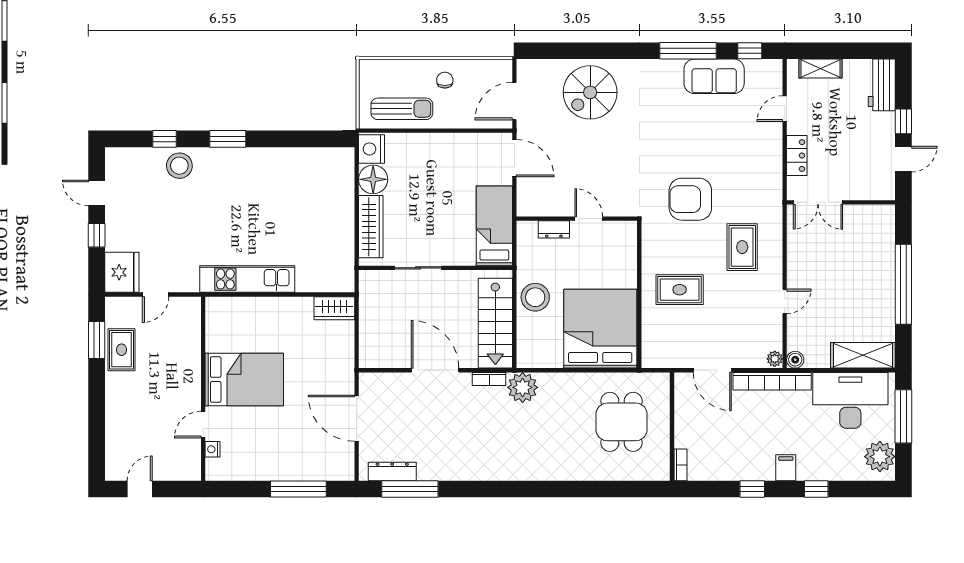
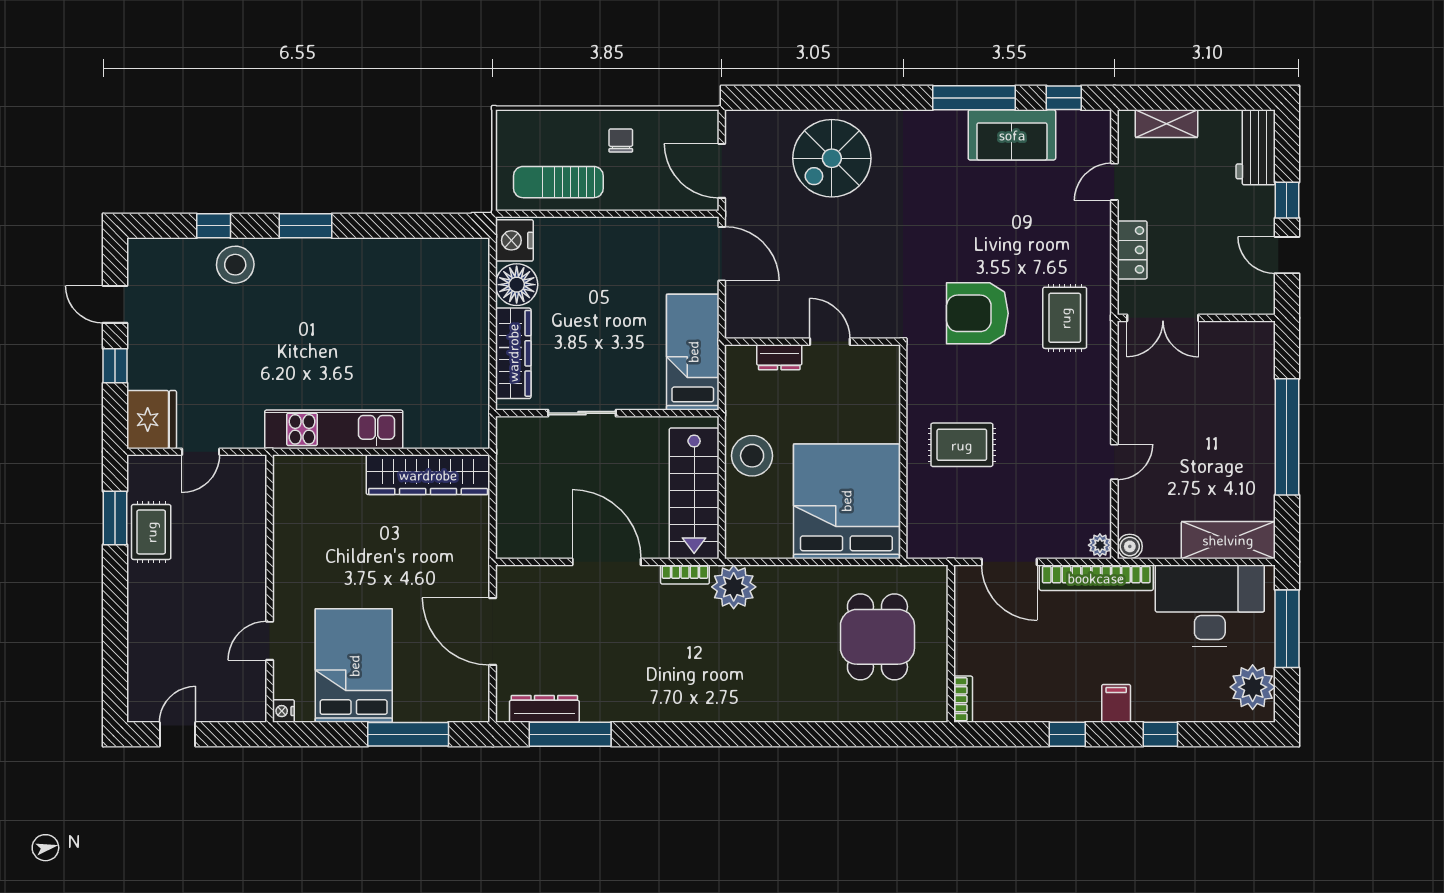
door: (514, 101) -> (722, 171), hinge flipped
sun lounger: (402, 109) -> (558, 182), turned 180
door: (903, 159) -> (1287, 255), swing flipped
rug: (742, 247) -> (1065, 318), moved
wardrobe: (334, 308) -> (428, 475), width x2.10, depth x1.17
bed: (244, 379) -> (354, 666), moved, turned -90
nightstand: (213, 449) -> (283, 711), moved

